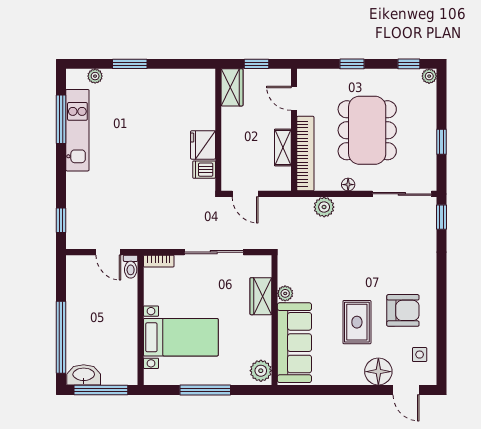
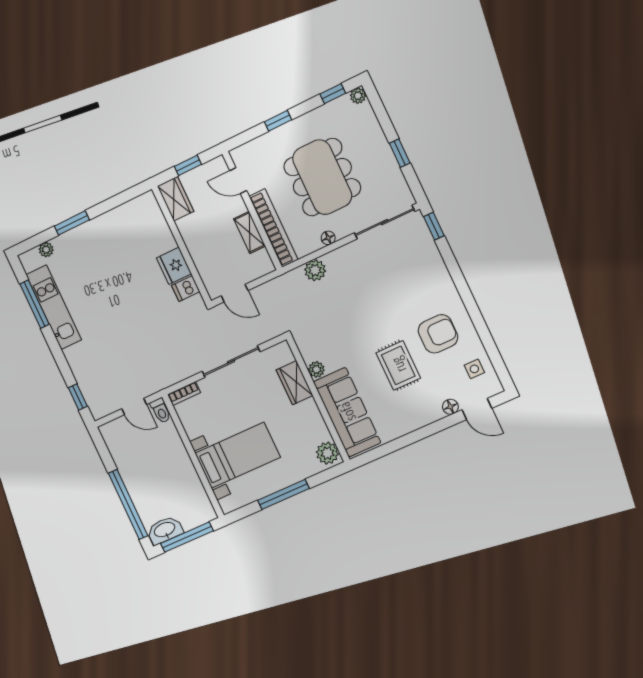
floor lamp: (378, 372) -> (450, 407), width x0.53, depth x0.53

